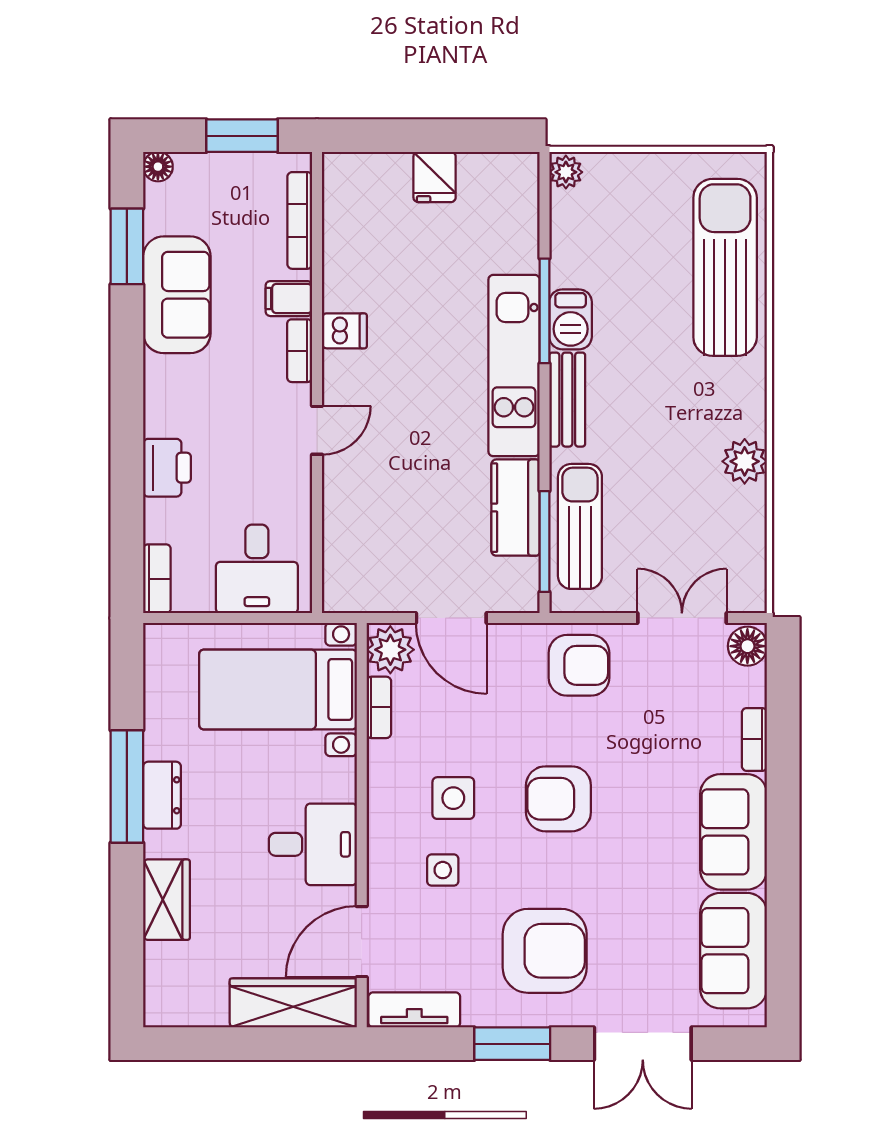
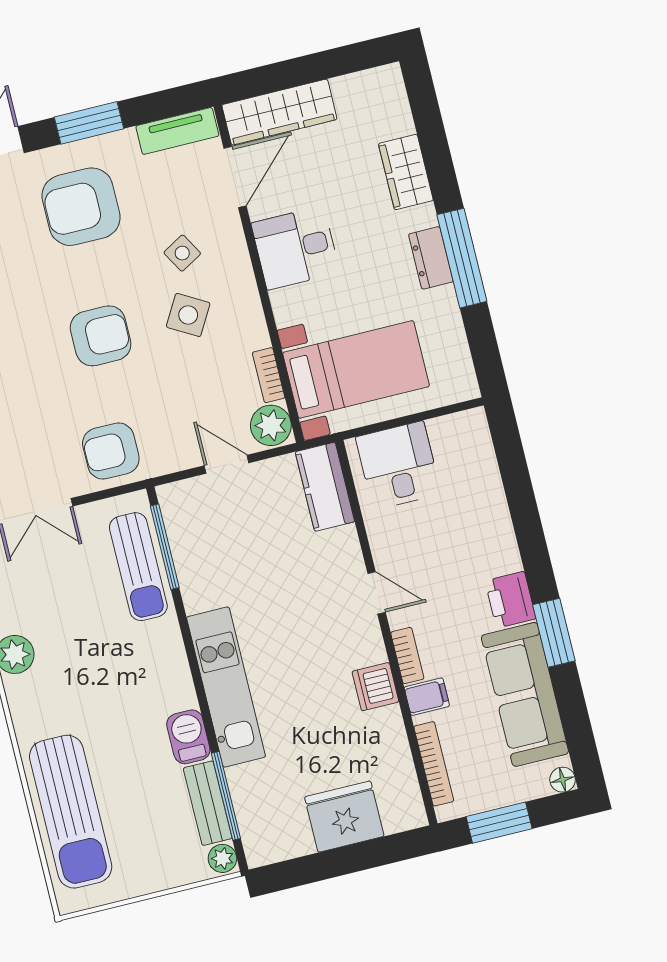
fridge: (435, 177) -> (344, 817), width x1.88, depth x1.34
window: (127, 246) -> (554, 633), moved
sofa: (177, 295) -> (525, 694), width x1.36
window: (544, 311) -> (226, 796), moved
dishwasher: (344, 331) -> (375, 687), width x1.38
bench: (567, 400) -> (208, 803), moved
door: (317, 430) -> (377, 593), swing flipped
printer: (167, 468) -> (510, 600), moved
kitchen counter: (516, 508) -> (325, 487), moved, turned 180
bookcase: (157, 579) -> (479, 437), removed
door: (451, 618) -> (227, 464), width x0.73
side table: (453, 798) -> (188, 315), turned 30
side table: (443, 870) -> (182, 253), turned -30

